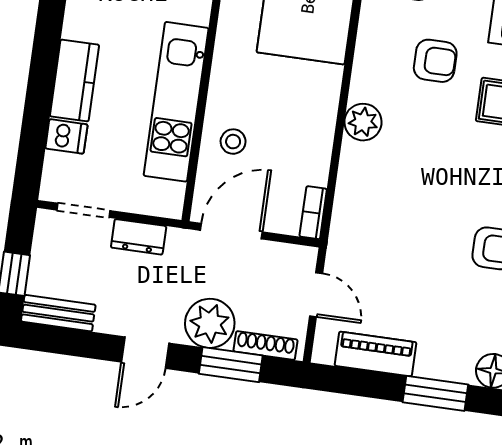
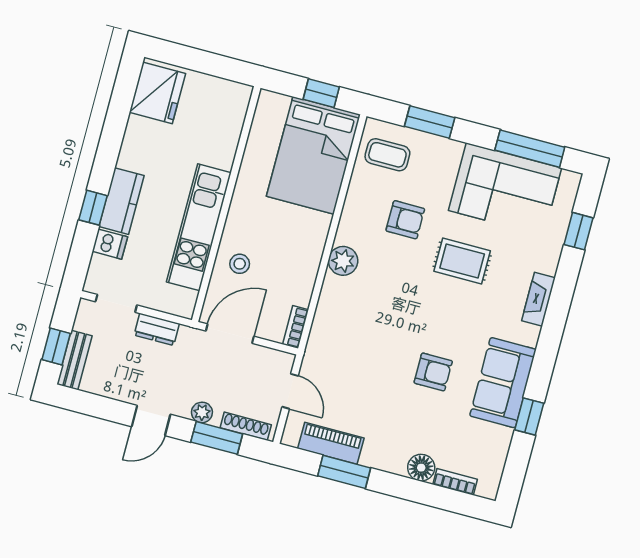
window: (40, 93) -> (93, 208), added
bench: (58, 313) -> (74, 360), moved, turned 90
plant: (210, 323) -> (202, 412), width x0.53, depth x0.53
window: (435, 393) -> (344, 472), moved

